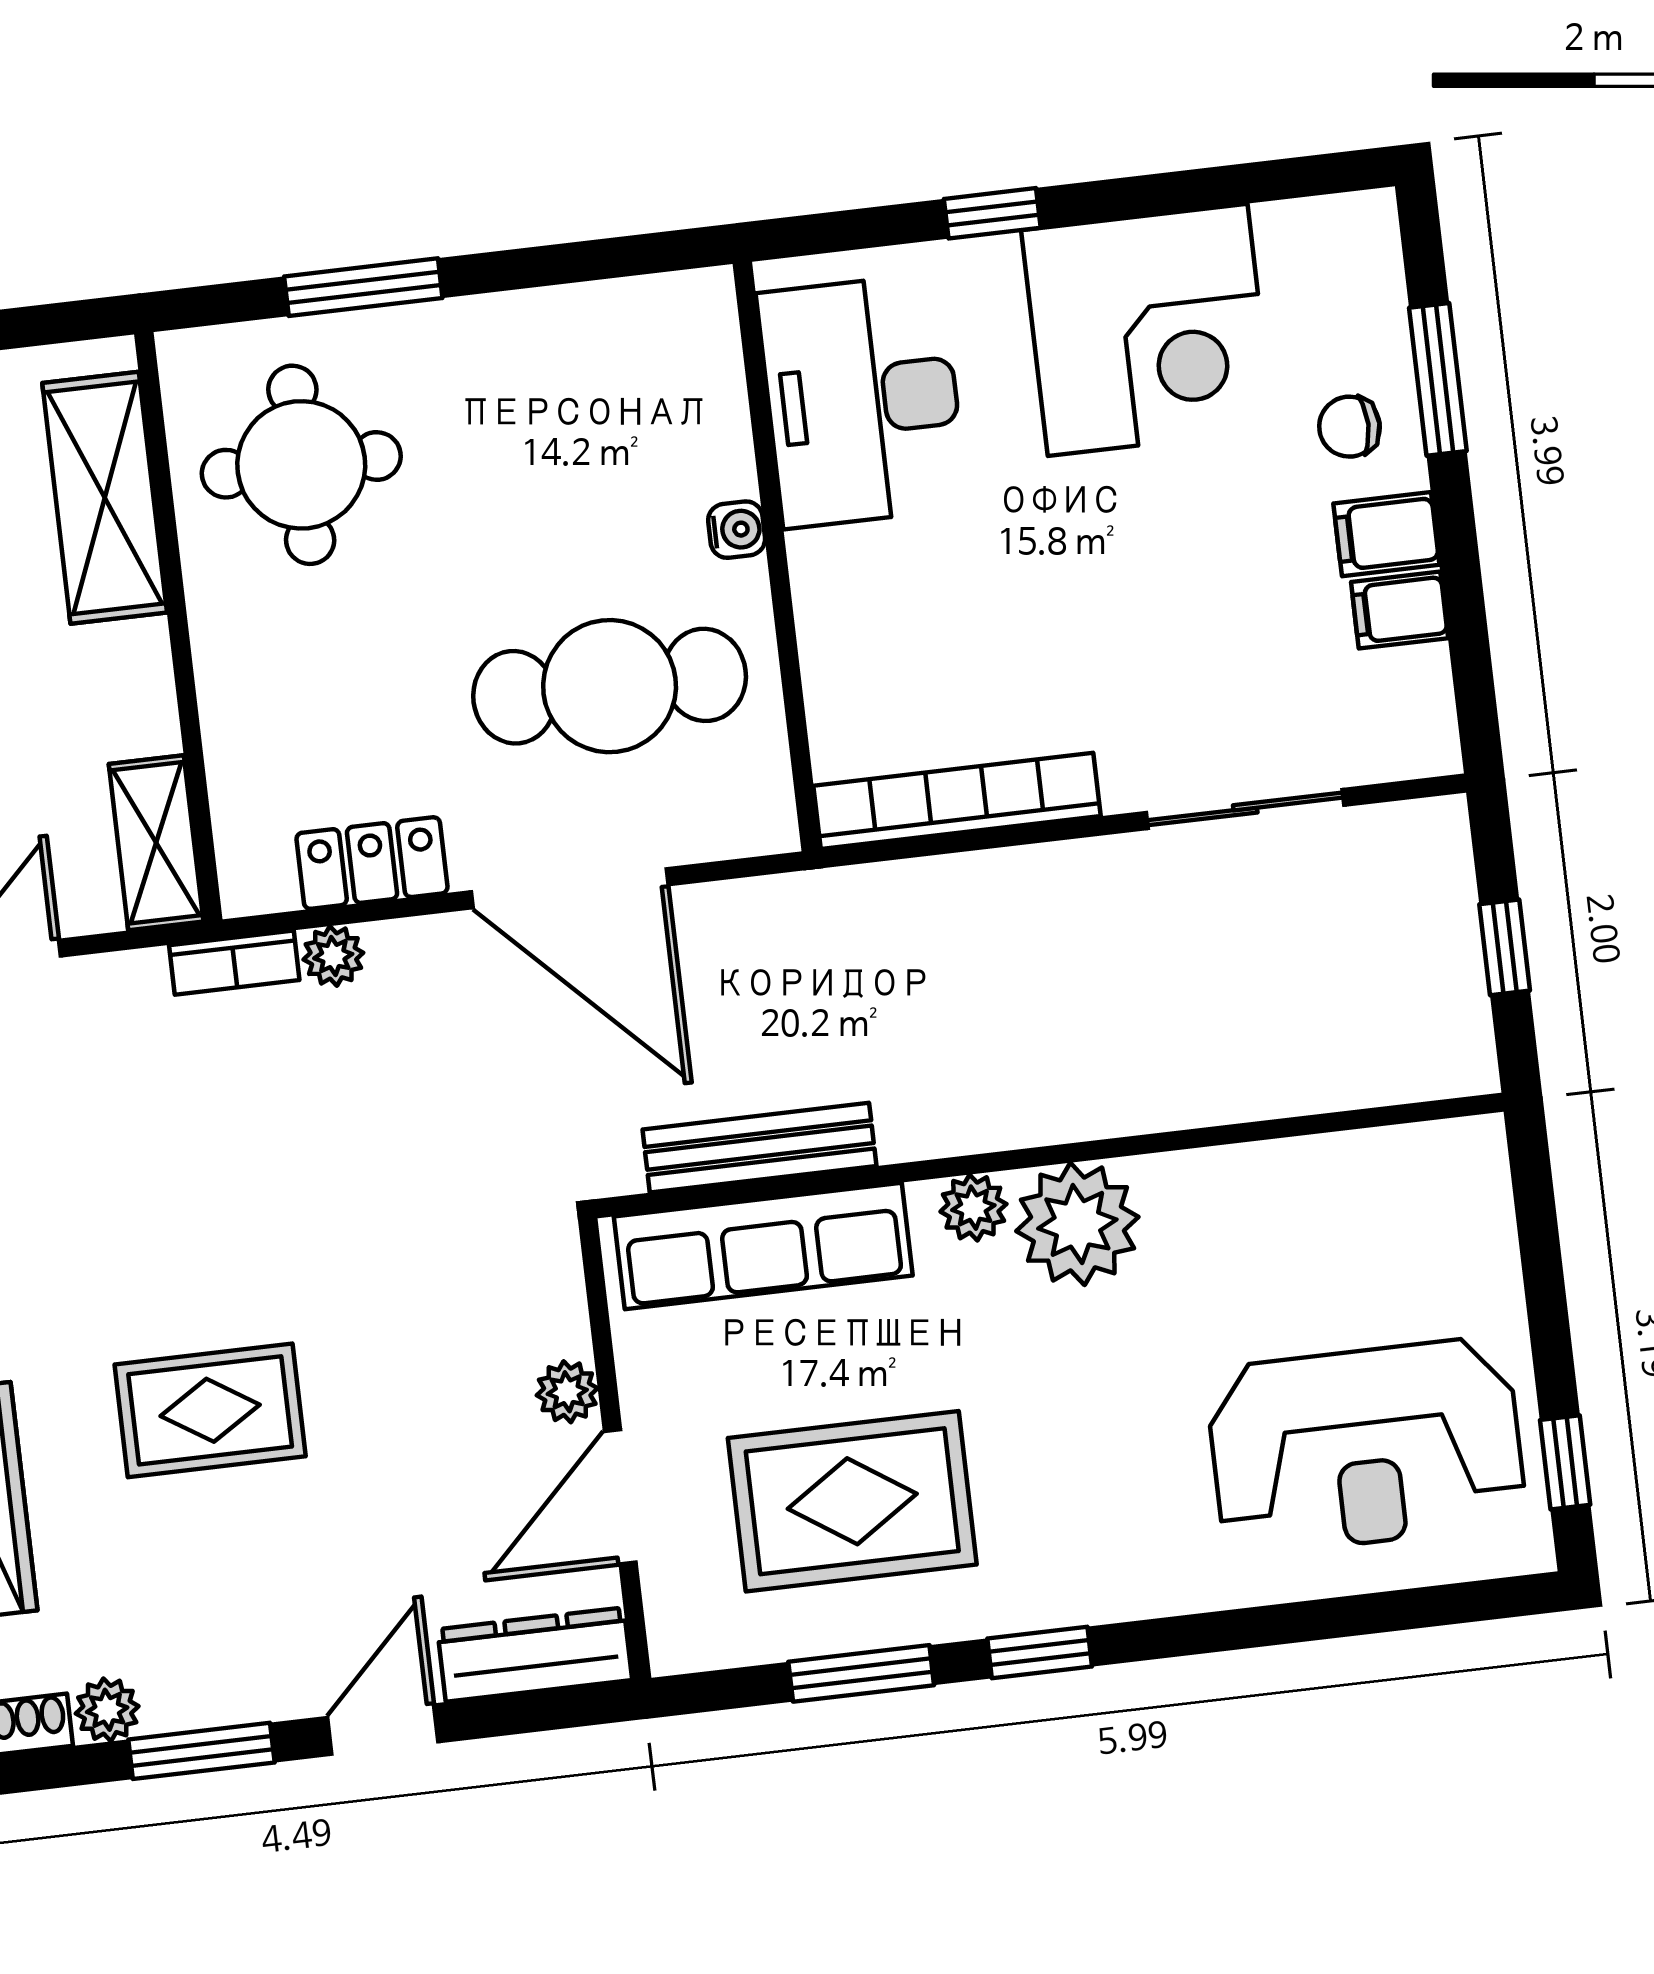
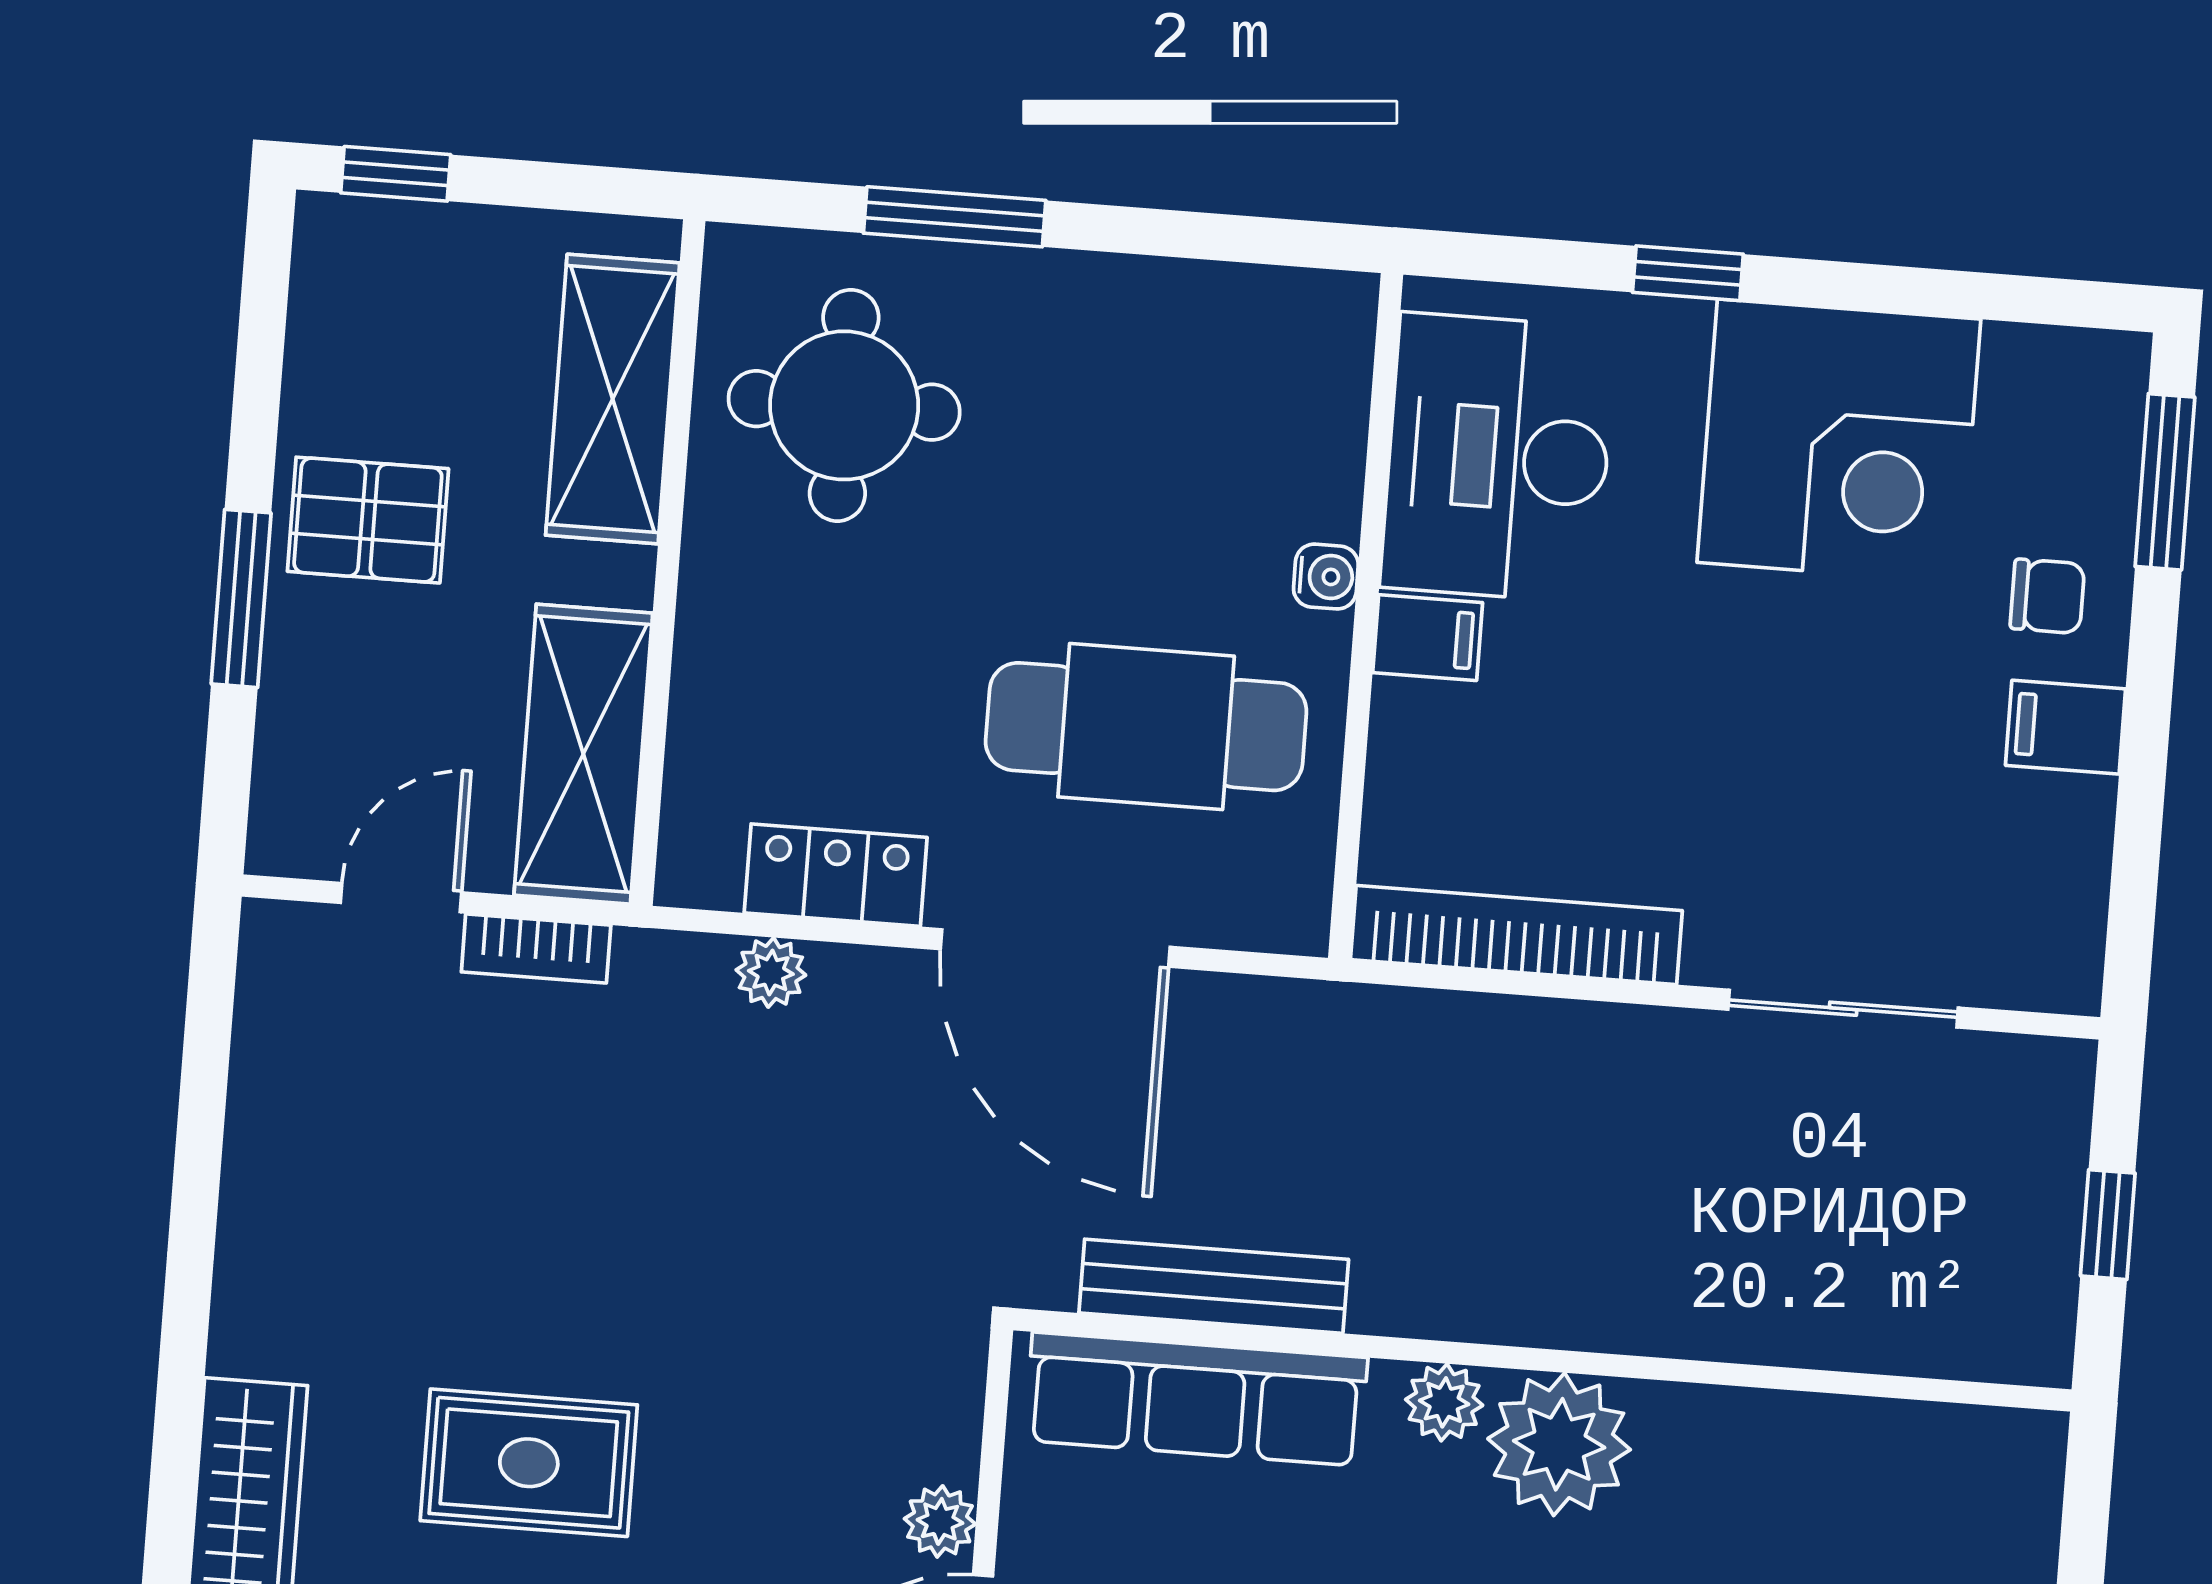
window: (1438, 379) -> (2165, 482), moved
chair: (1349, 427) -> (2047, 596), turned 180
filing cabinet: (1400, 610) -> (1428, 638), moved, turned 180
shelving: (156, 843) -> (583, 754), width x1.50, depth x1.33
bookcase: (234, 963) -> (536, 949), moved

